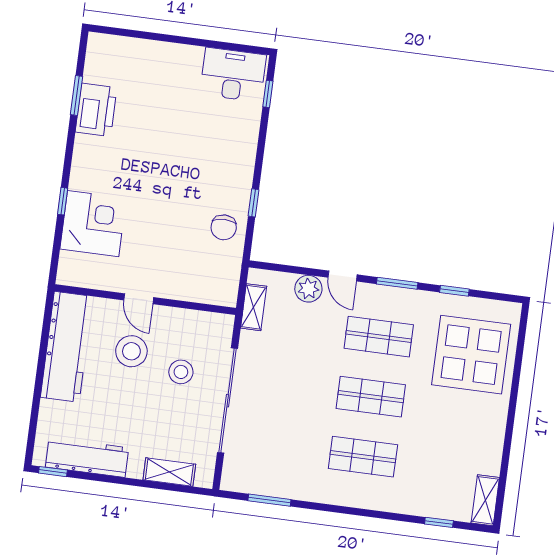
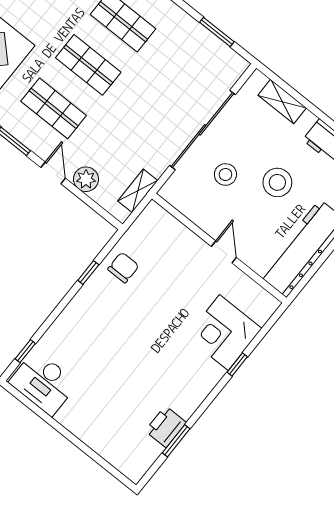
printer: (96, 110) -> (166, 427), width x0.73, depth x0.84
stool: (131, 351) -> (277, 182), moved

